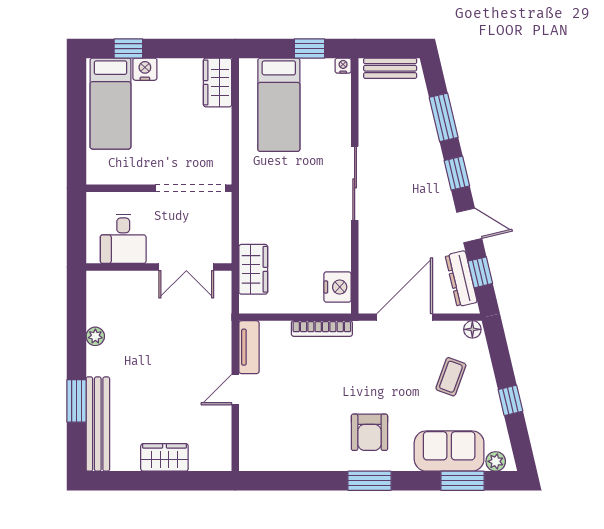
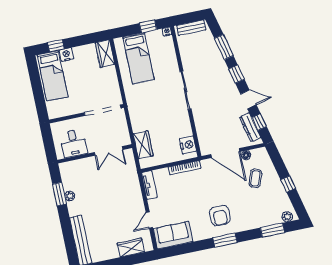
door: (405, 317) -> (225, 153), swing flipped
floor lamp: (472, 329) -> (246, 155), moved
door: (235, 390) -> (149, 220), moved
window: (76, 401) -> (59, 194), moved
sofa: (449, 451) -> (173, 235), moved
wardrobe: (164, 457) -> (131, 248), moved

